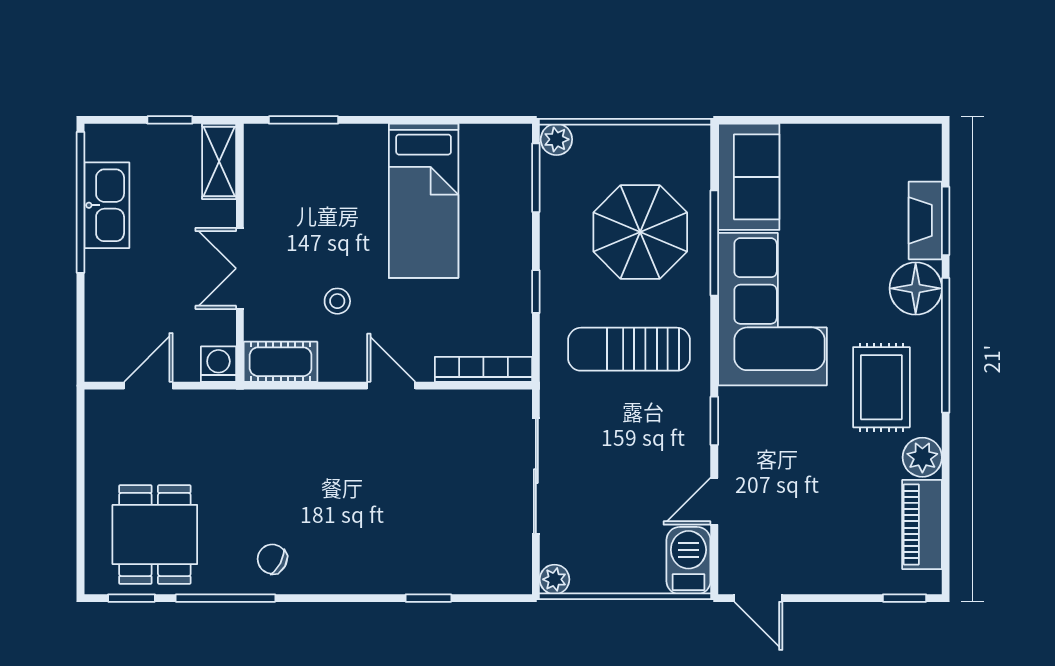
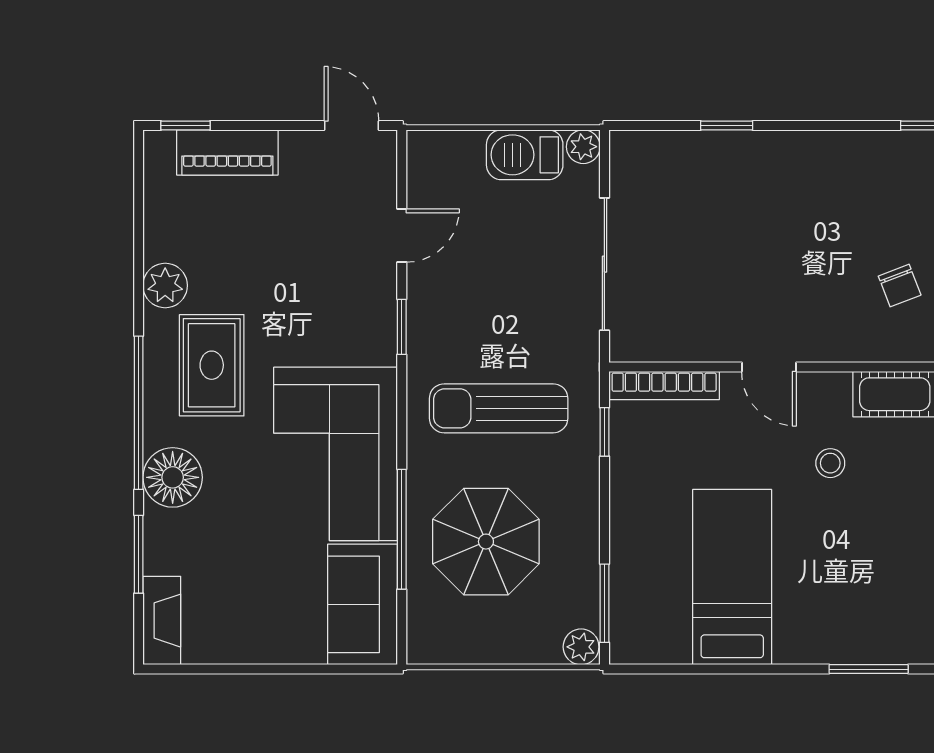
fireplace: (925, 220) -> (162, 621), moved
window: (536, 292) -> (604, 432), moved
sun lounger: (629, 349) -> (499, 408), turned 180
piano: (922, 524) -> (227, 152), moved, turned 90
chair: (272, 559) -> (900, 286), moved, turned 41
barbecue: (688, 561) -> (525, 155), moved, turned 90

